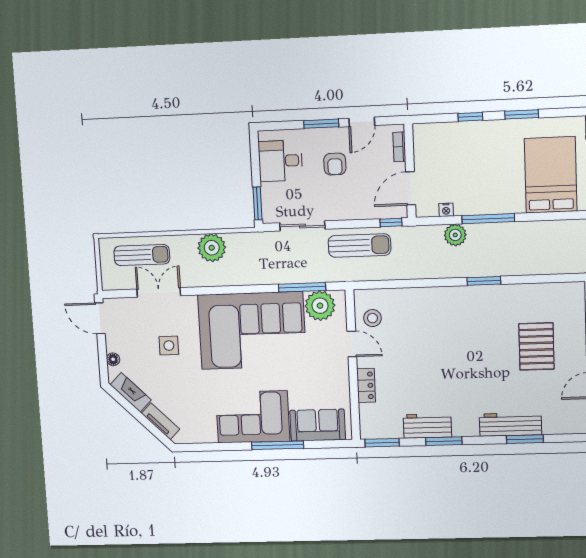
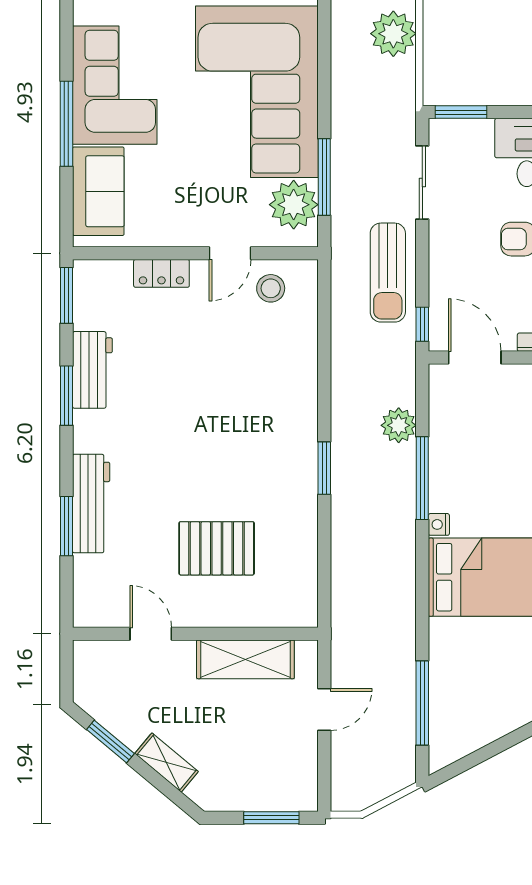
nightstand: (446, 210) -> (439, 524), moved

